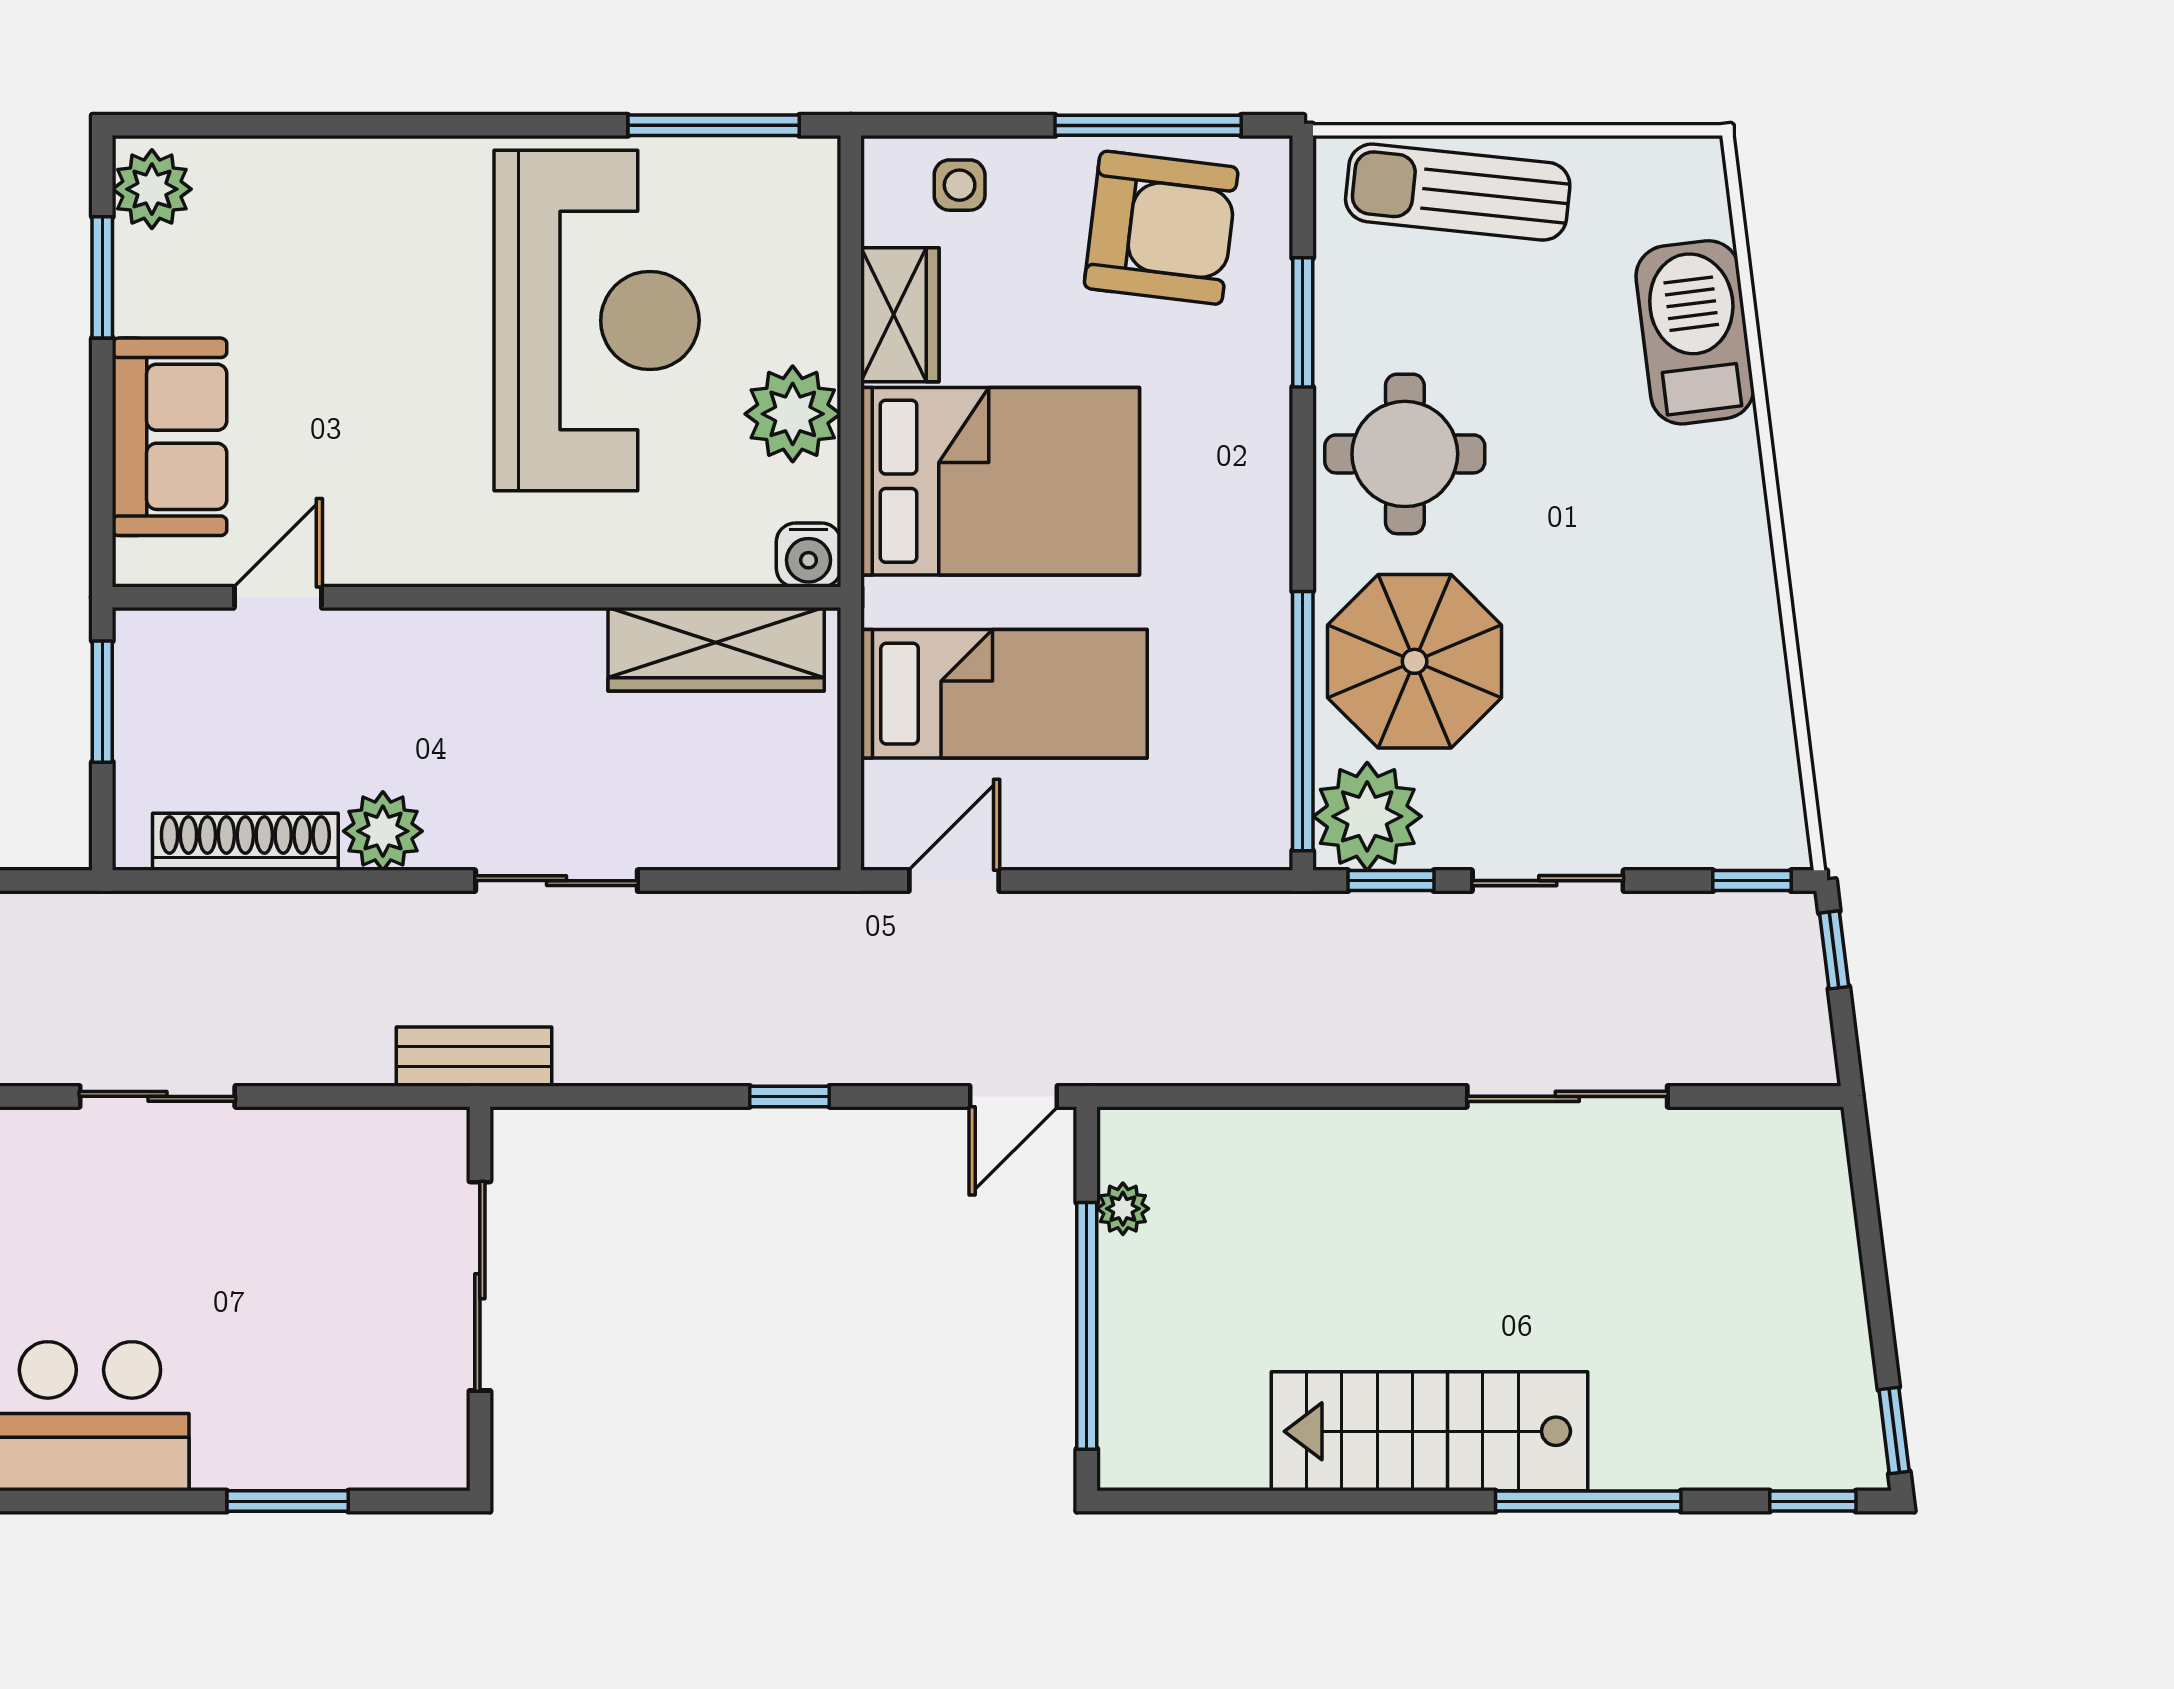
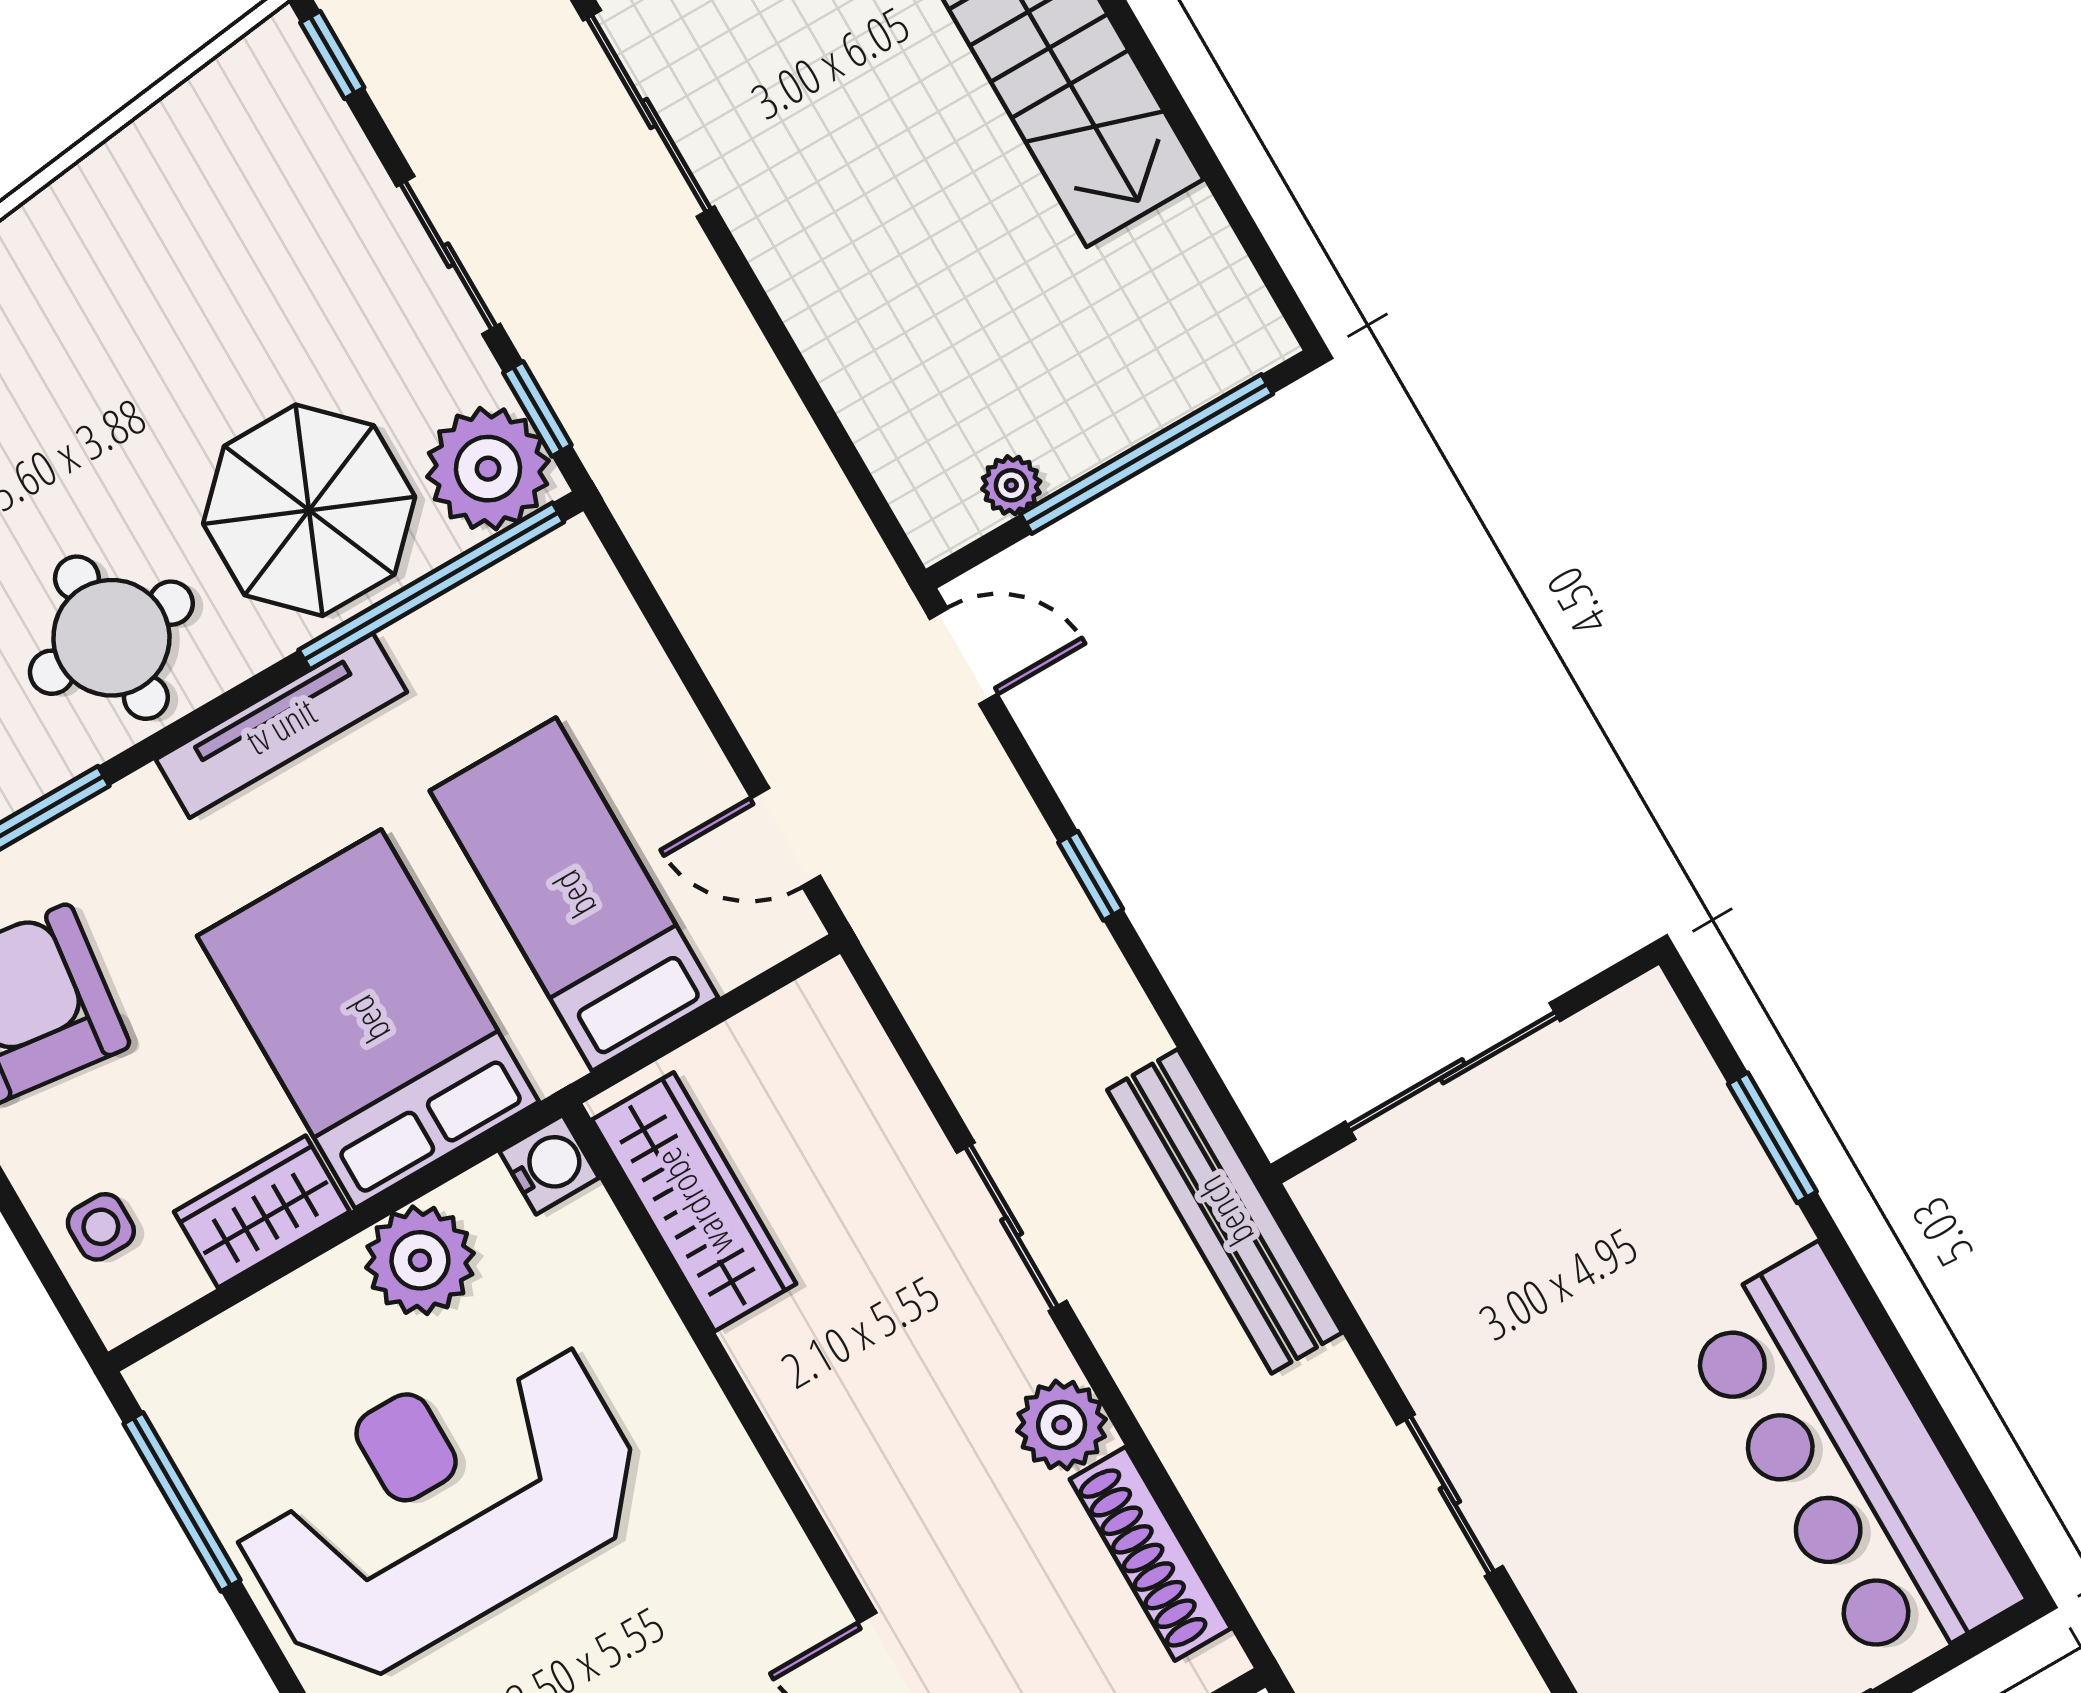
tv unit: (1262, 545) -> (281, 726), added
bench: (474, 1057) -> (1225, 1211), width x1.86, depth x1.21

